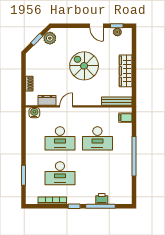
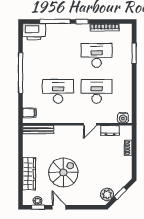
spiral stairs: (84, 66) -> (63, 172), moved, turned -90
wardrobe: (126, 71) -> (29, 174), moved
printer: (102, 199) -> (34, 32), moved, width x1.87, depth x1.48

